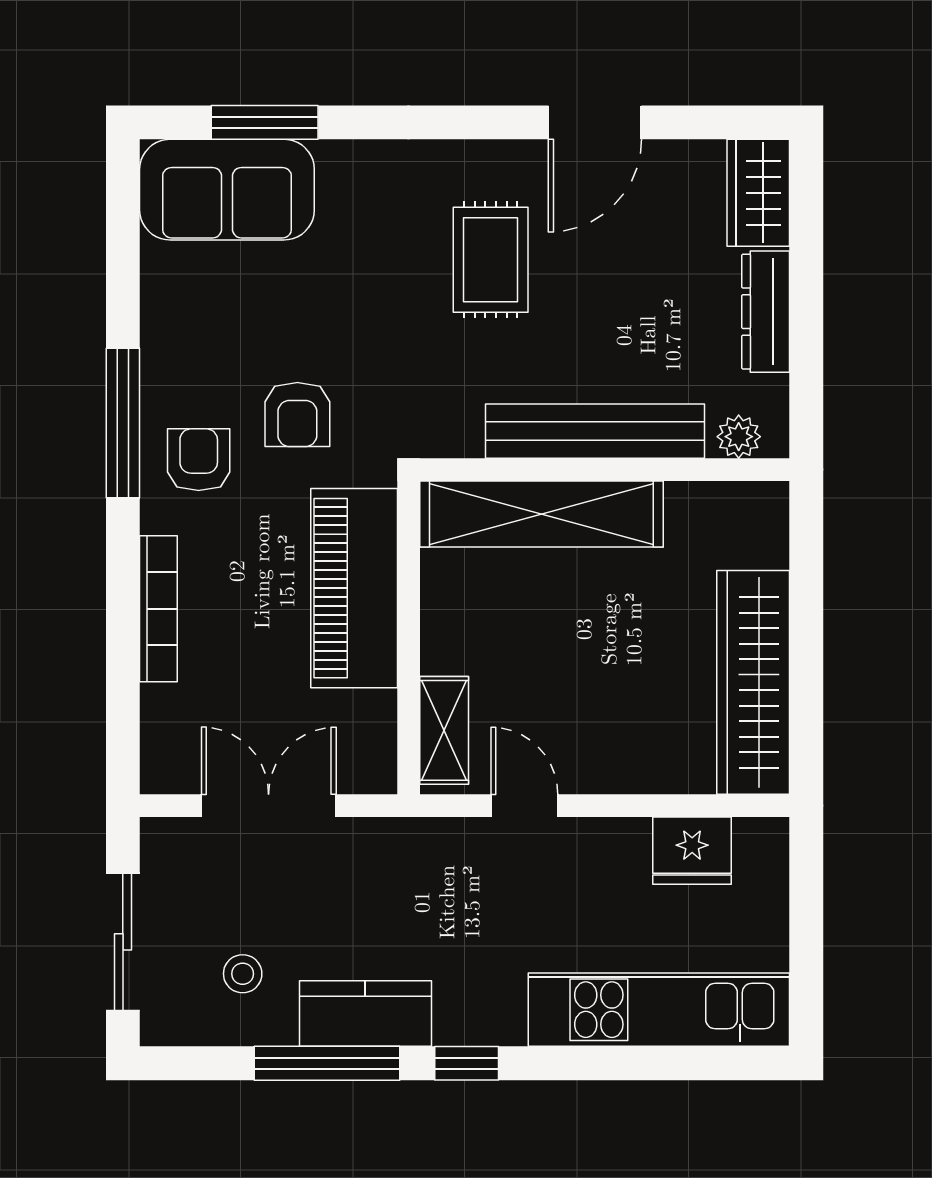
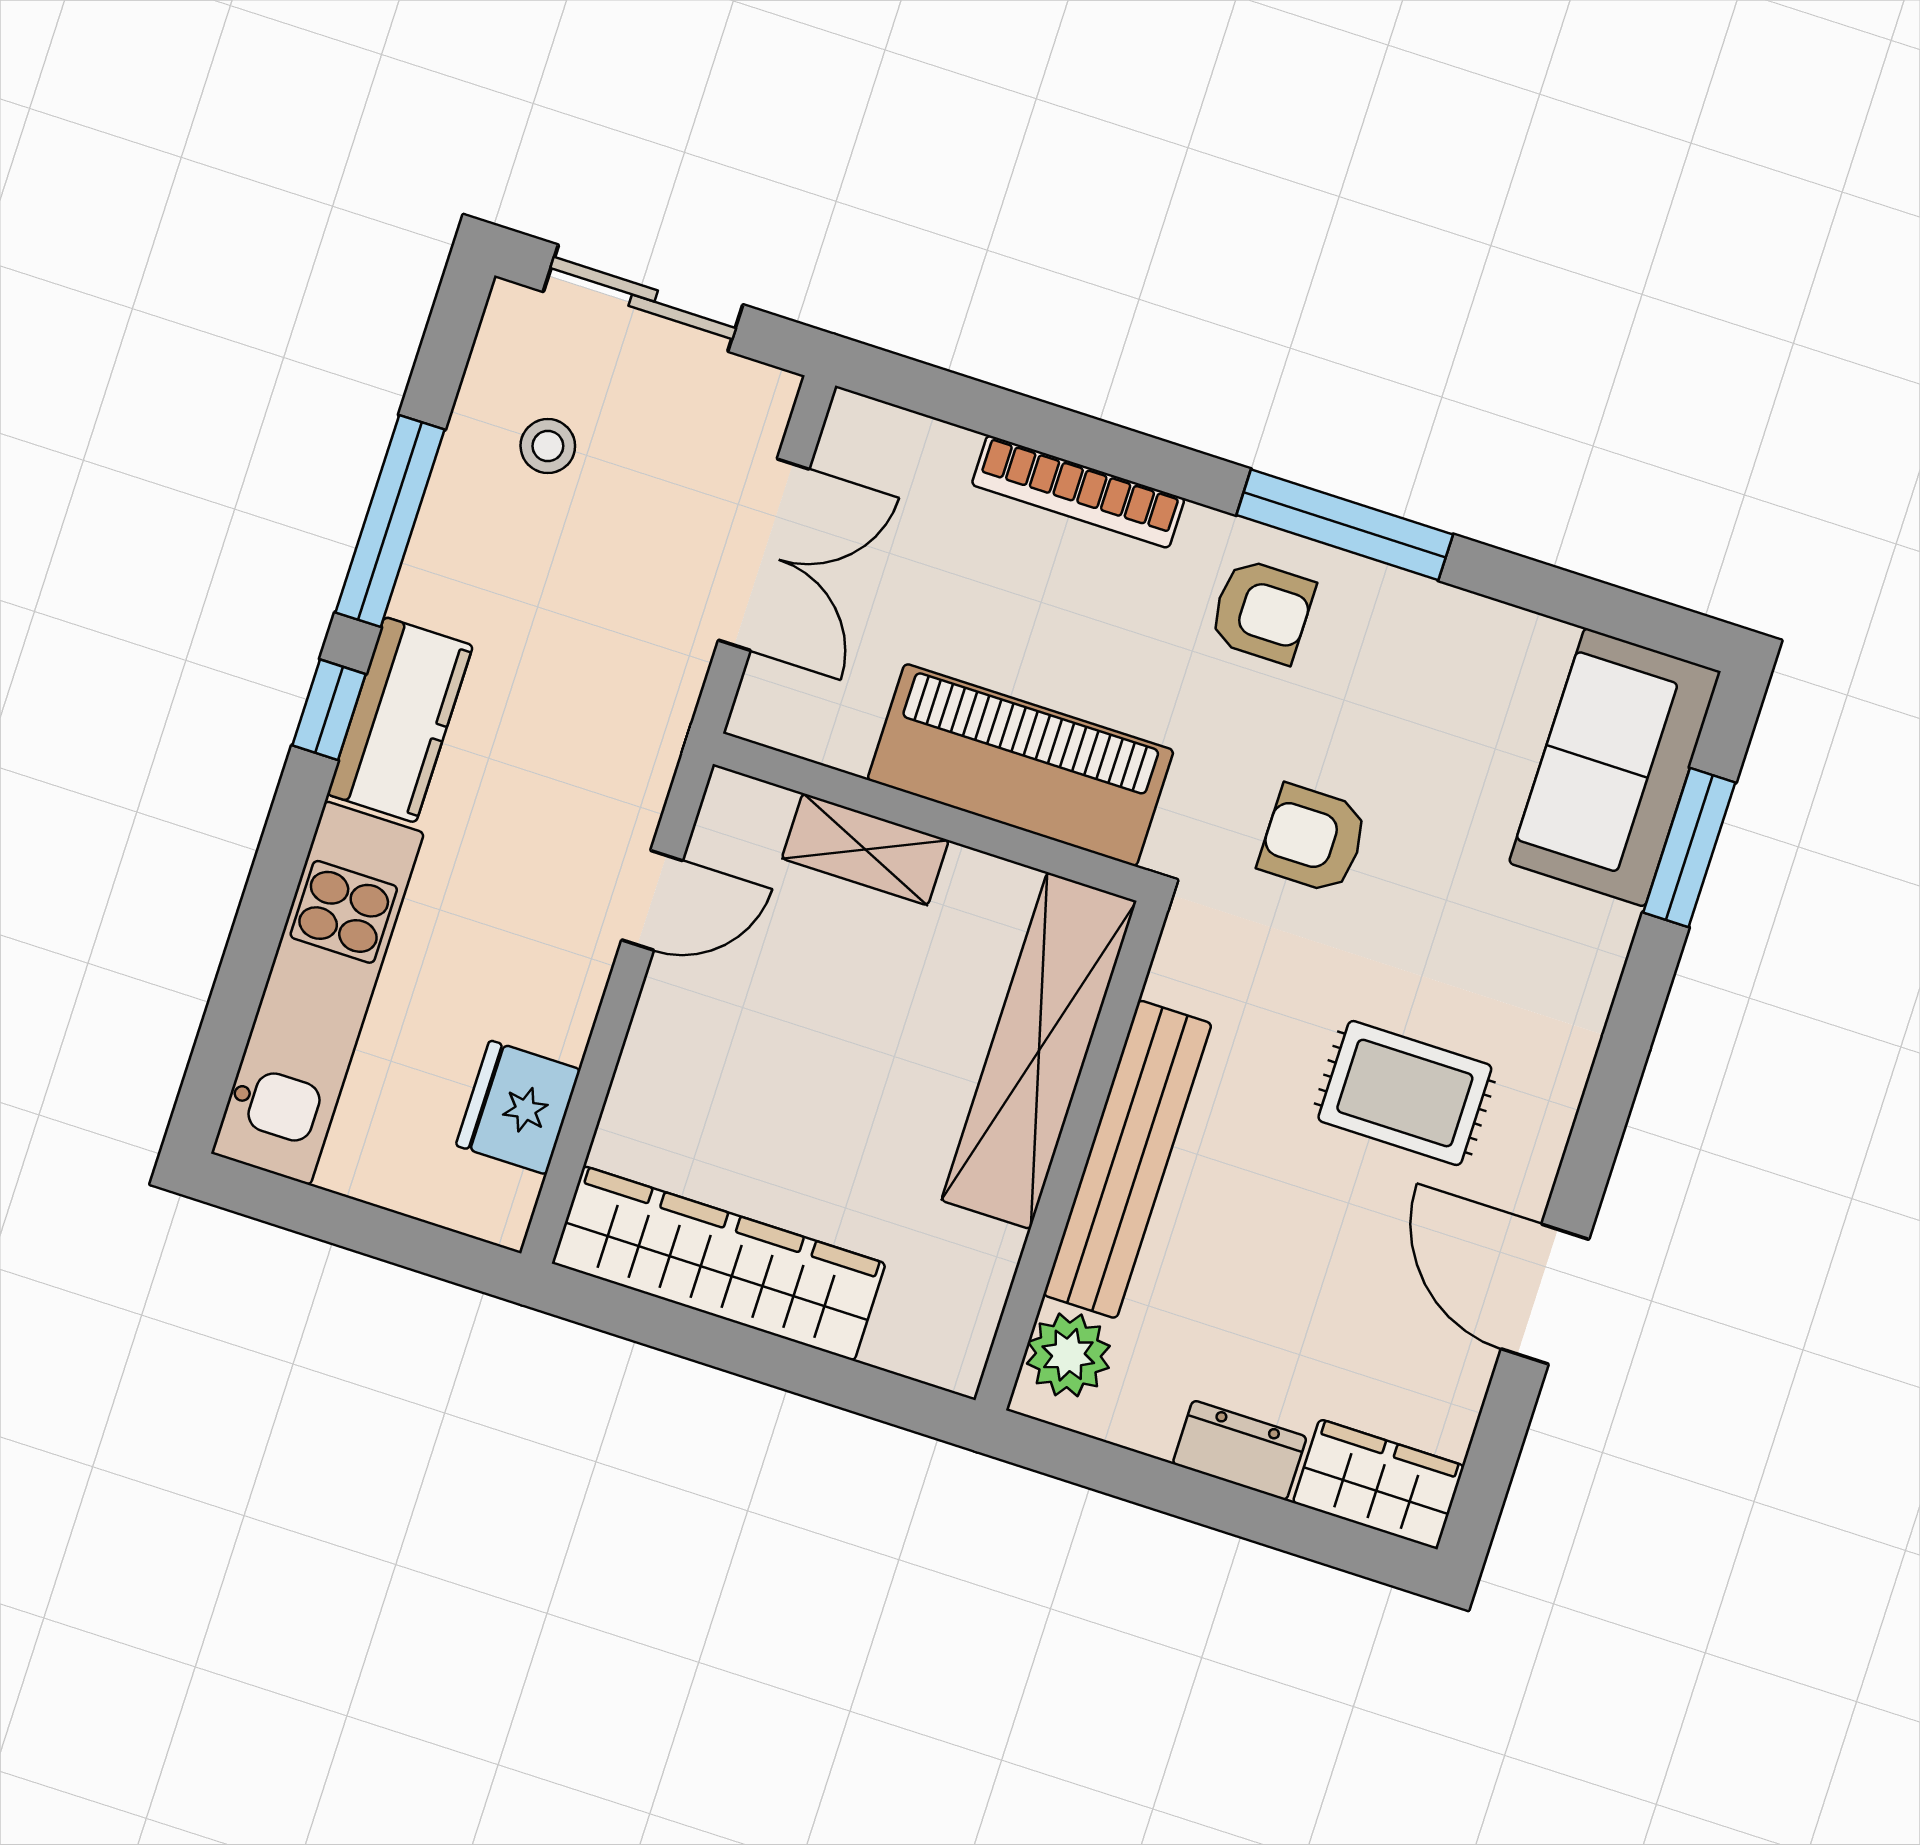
dresser: (766, 312) -> (1240, 1450), width x0.70
armchair: (297, 414) -> (1313, 839), moved
plant: (739, 437) -> (1068, 1355), width x1.38, depth x1.38
shelving: (444, 730) -> (865, 849), moved
kitchen counter: (365, 1014) -> (400, 720), moved

